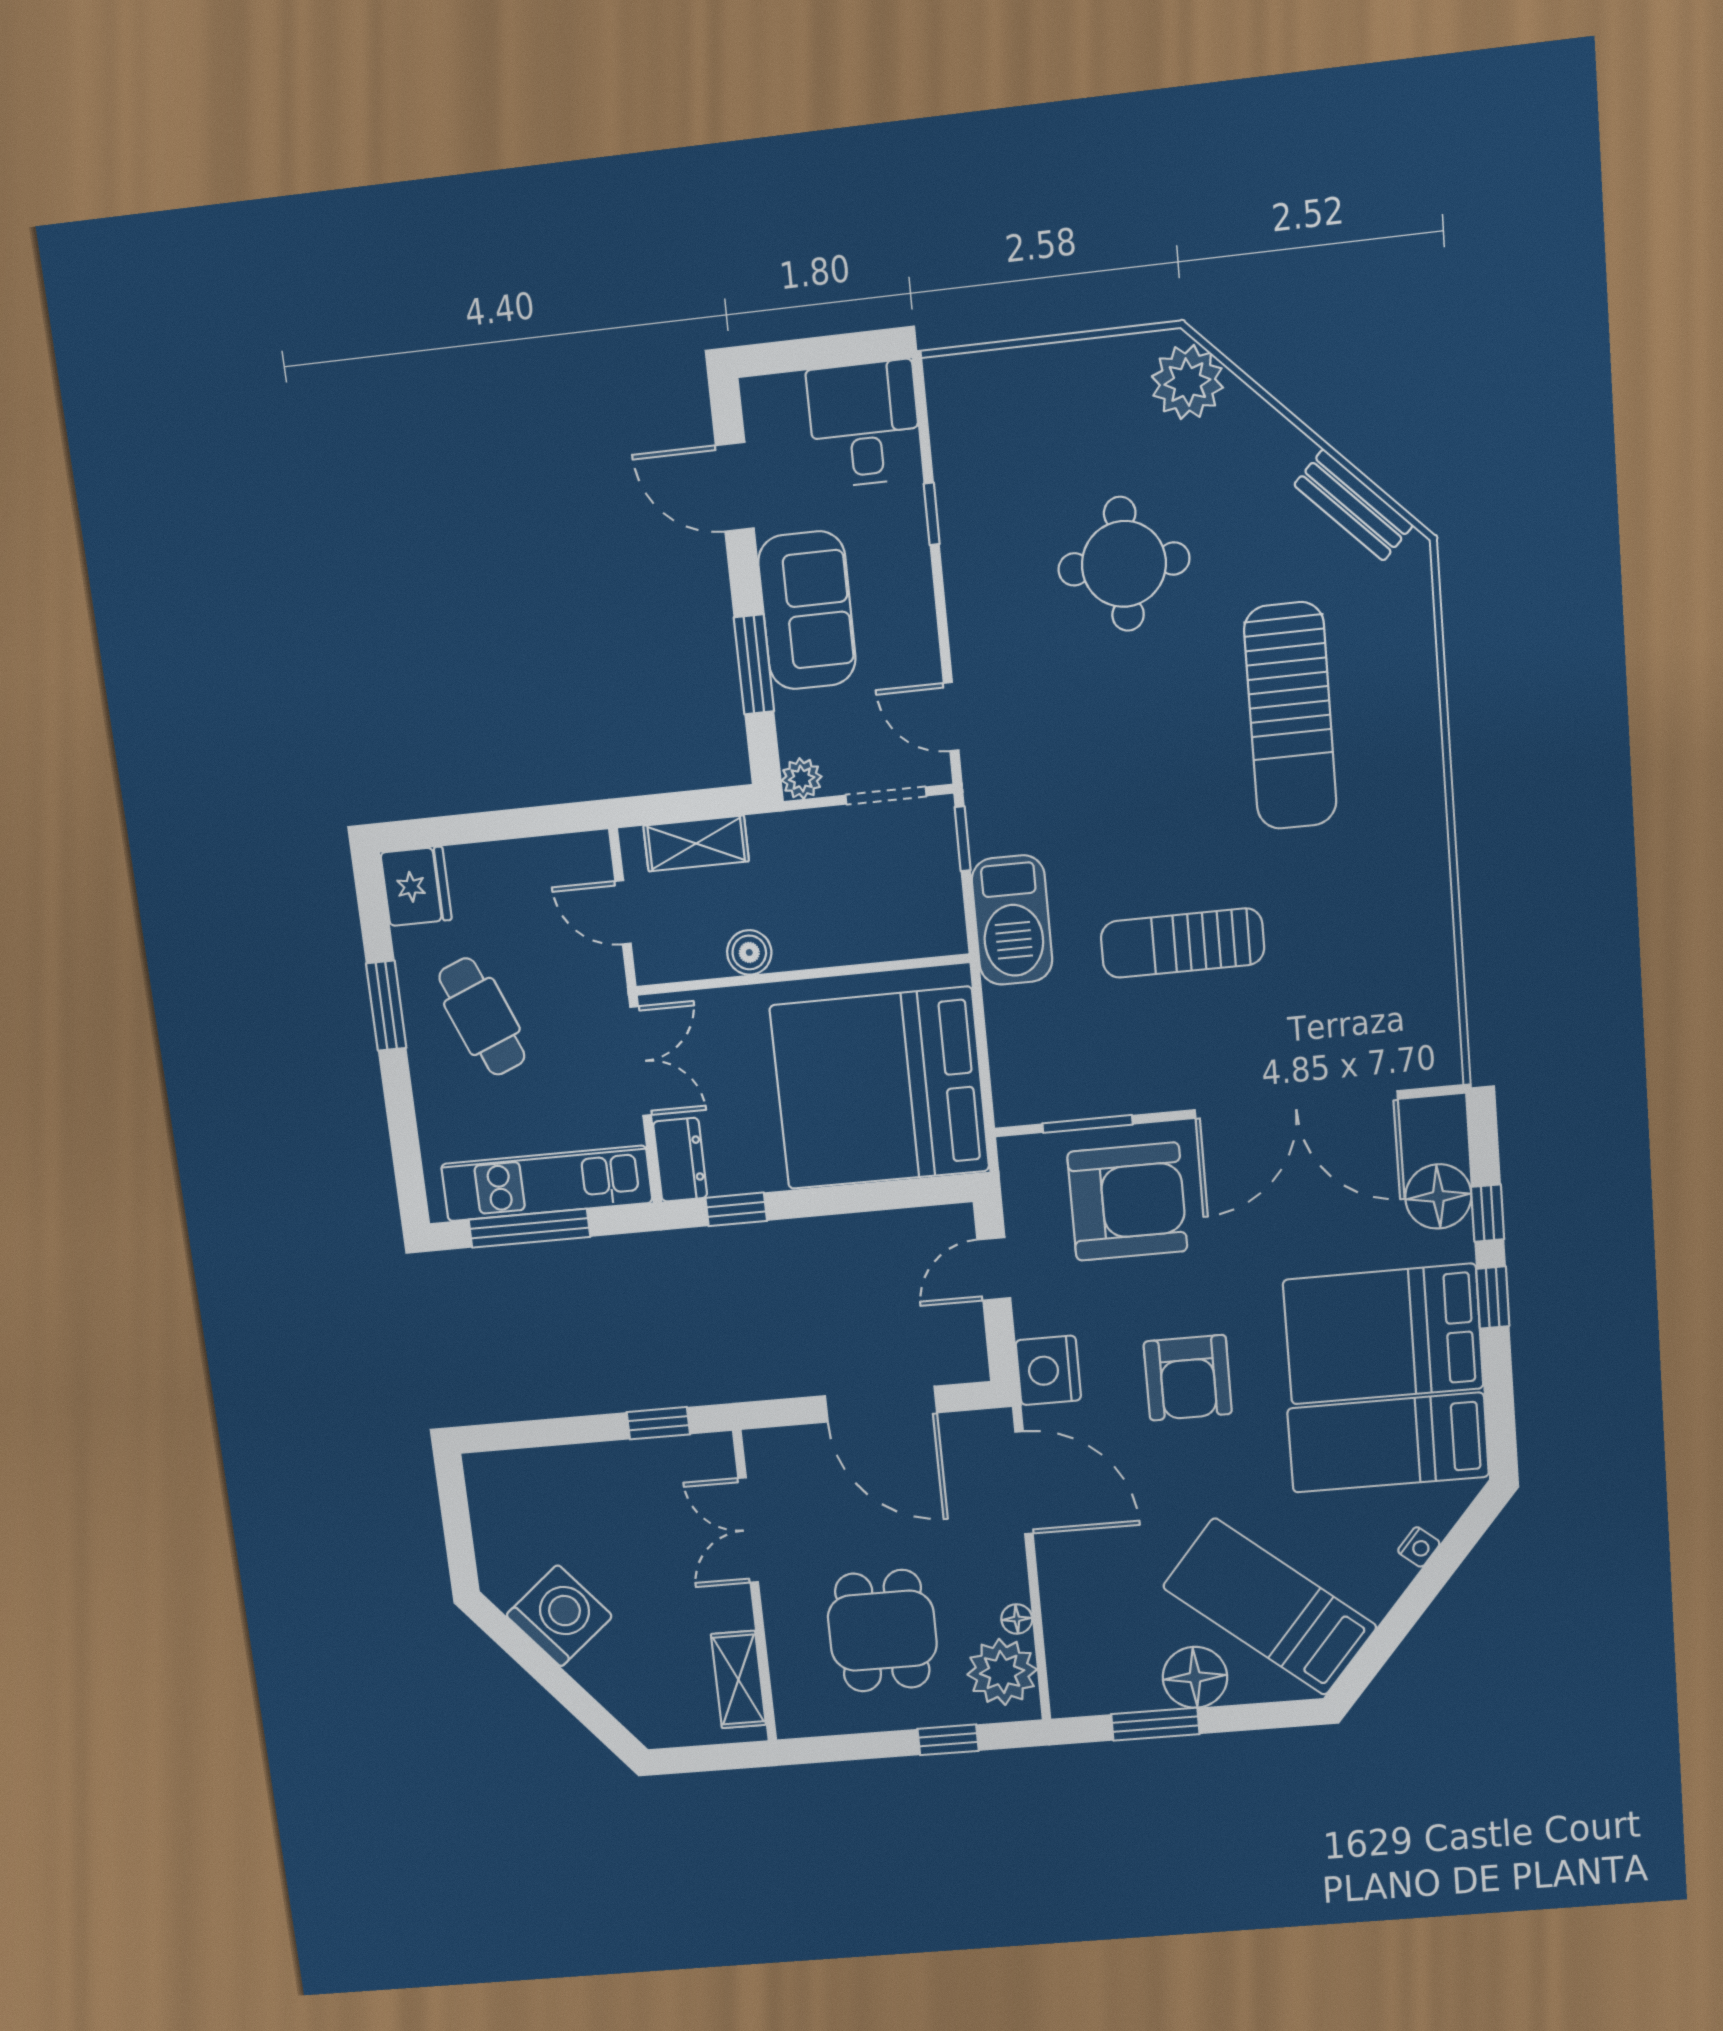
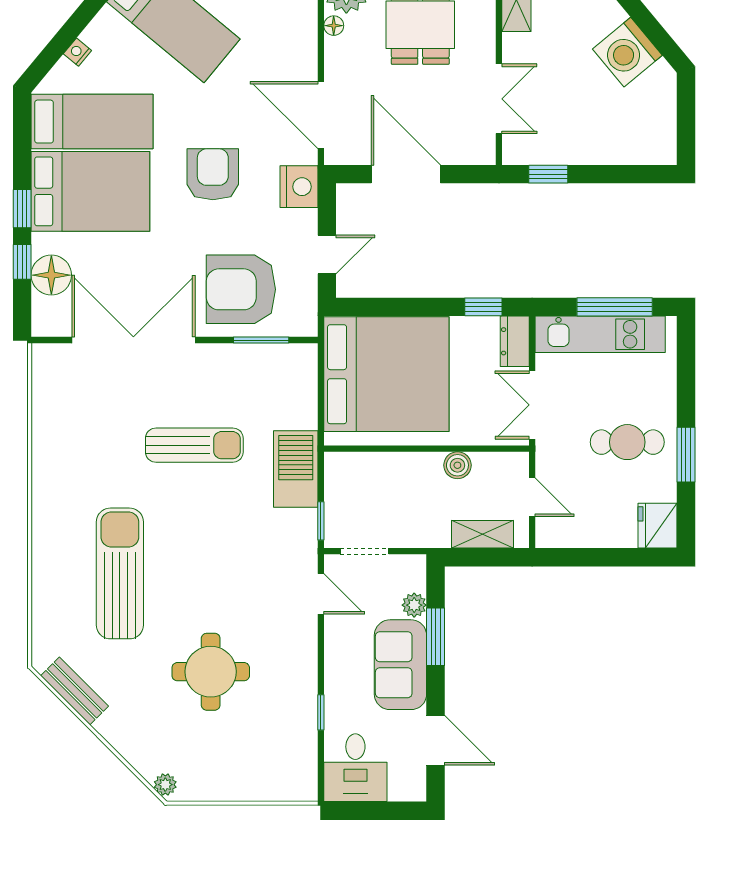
plant: (1187, 382) -> (165, 785), width x0.53, depth x0.53
plant: (802, 779) -> (414, 605), moved
cafe table: (482, 1017) -> (627, 442), turned -68

